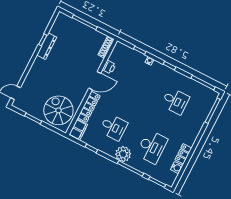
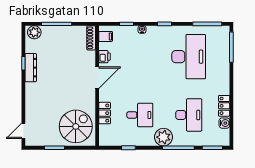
plant: (64, 20) -> (34, 32), added
desk: (175, 101) -> (189, 57), width x1.87, depth x1.30
locker: (89, 107) -> (105, 113), width x0.66
spiral stairs: (58, 110) -> (76, 126), turned 90
filing cabinet: (78, 130) -> (106, 36), moved, width x0.50

